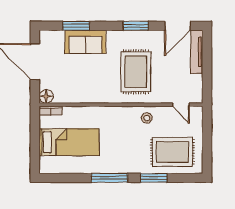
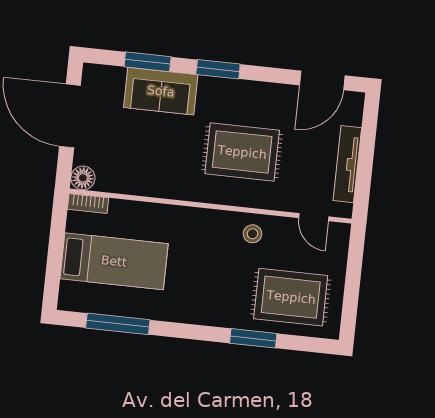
window: (136, 26) -> (218, 69), moved
tv unit: (197, 52) -> (347, 164), moved
rug: (136, 72) -> (242, 152), turned 90
window: (109, 178) -> (118, 324), moved

